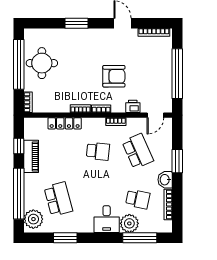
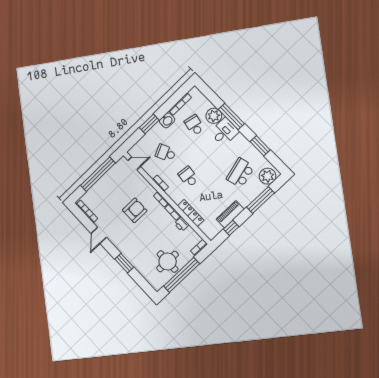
armchair: (114, 76) -> (135, 210), turned 90
printer: (133, 106) -> (182, 224), moved
school desk: (138, 151) -> (166, 153), width x0.54
window: (19, 194) -> (260, 200), width x0.68
window: (140, 238) -> (231, 116), moved

